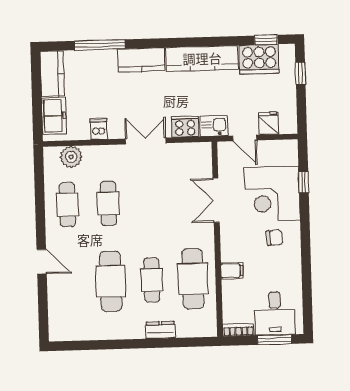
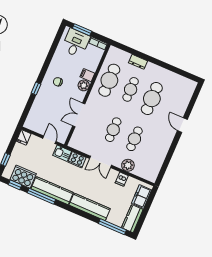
window: (215, 41) -> (41, 196), added
window: (100, 45) -> (112, 227), moved
kitchen counter: (141, 60) -> (90, 207), width x1.50
fridge: (269, 123) -> (24, 137), moved
plant: (71, 157) -> (128, 165), moved
window: (304, 182) -> (36, 89), moved
corner desk: (272, 194) -> (49, 105), removed
double door: (216, 200) -> (79, 115), swing flipped
cafe table: (67, 205) -> (113, 130), moved
plant: (230, 251) -> (84, 85), added

